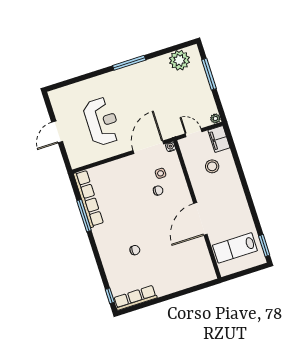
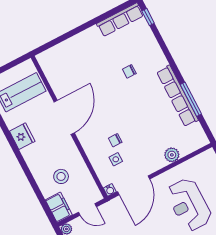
plant: (110, 169) -> (172, 155), added
row of seats: (88, 199) -> (177, 96), moved
fridge: (241, 208) -> (22, 136), added

